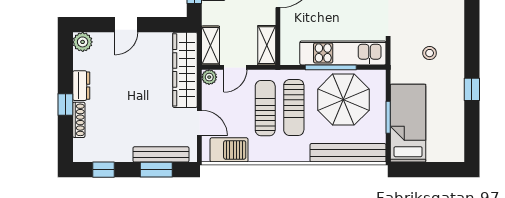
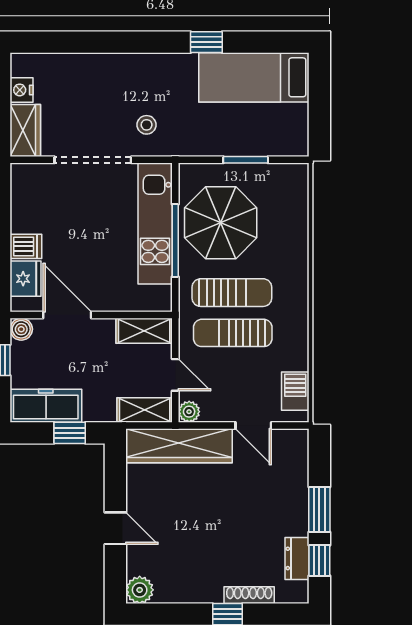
stool: (430, 53) -> (147, 125), moved
dresser: (81, 86) -> (297, 558), moved, turned -90
door: (199, 123) -> (253, 425), swing flipped
bed: (408, 123) -> (254, 77), moved
barbecue: (229, 150) -> (295, 391), width x0.73, depth x0.79
bench: (348, 153) -> (296, 216), removed
bench: (161, 154) -> (298, 480), removed
window: (156, 170) -> (319, 509), moved

